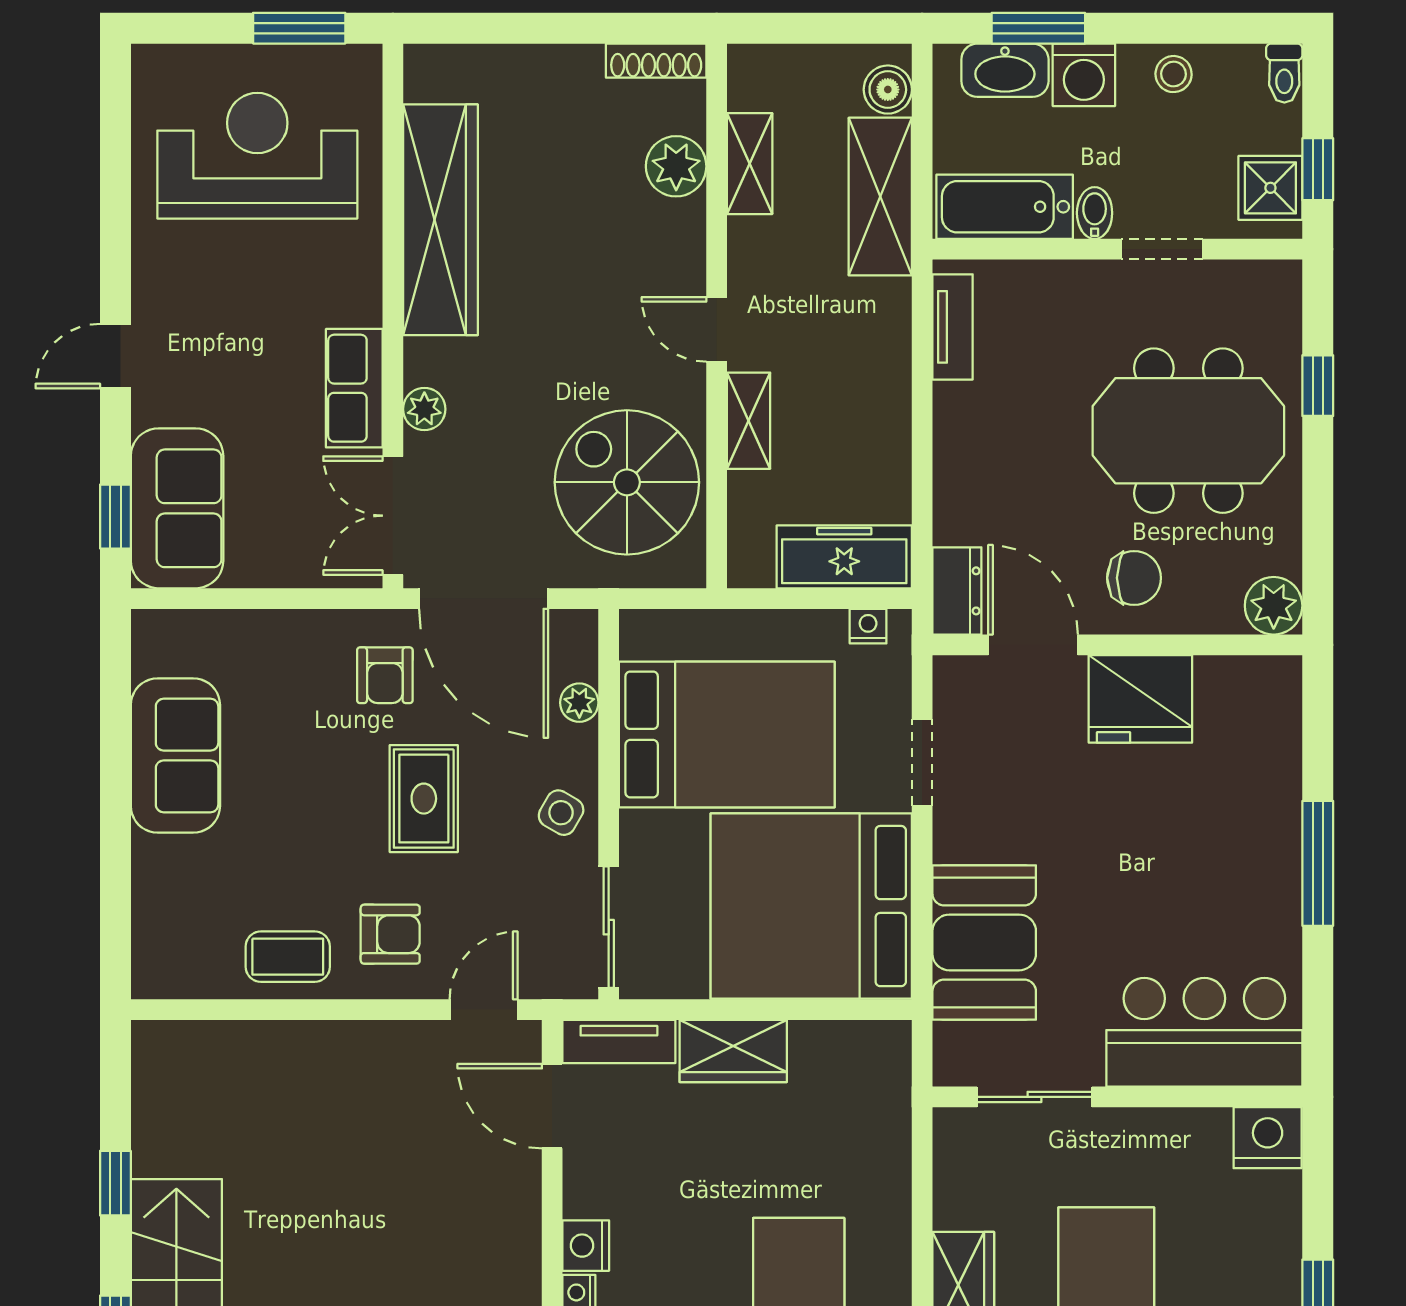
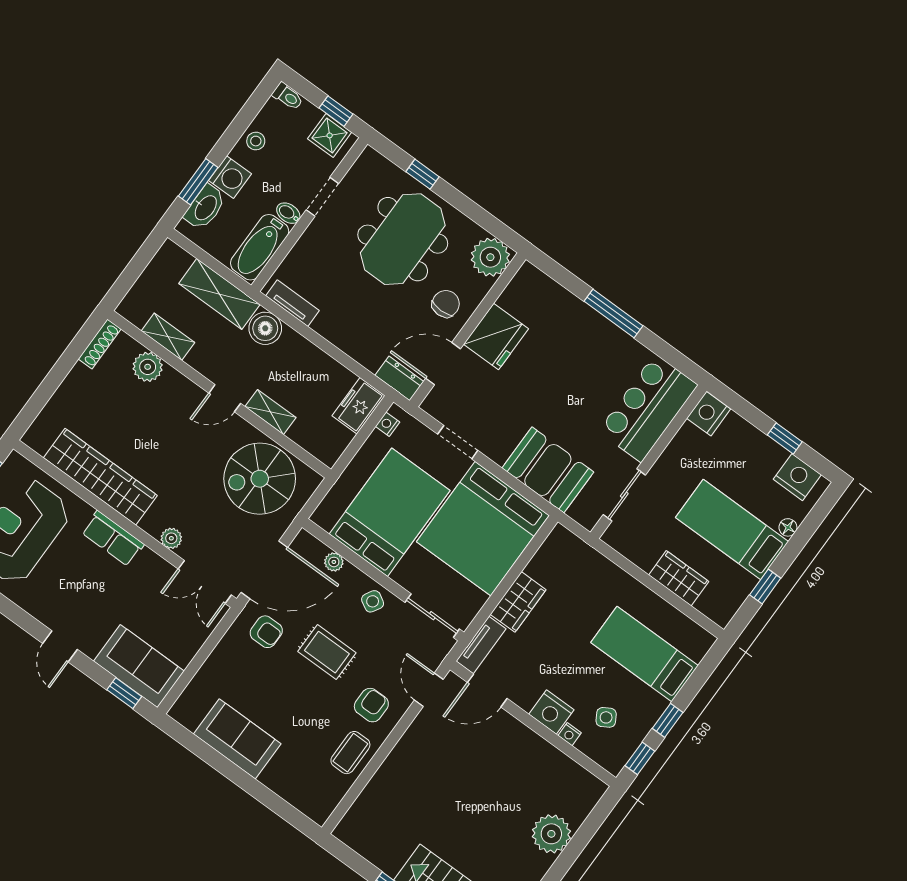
boiler: (888, 90) -> (265, 328), moved, width x1.36, depth x1.36
row of seats: (354, 388) -> (113, 539), moved
freezer: (844, 557) -> (358, 406), width x0.71
plant: (1274, 606) -> (490, 257), width x1.36, depth x1.36
nightstand: (586, 1246) -> (551, 712), width x1.36, depth x1.33

